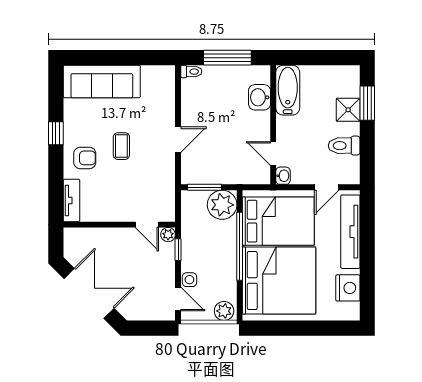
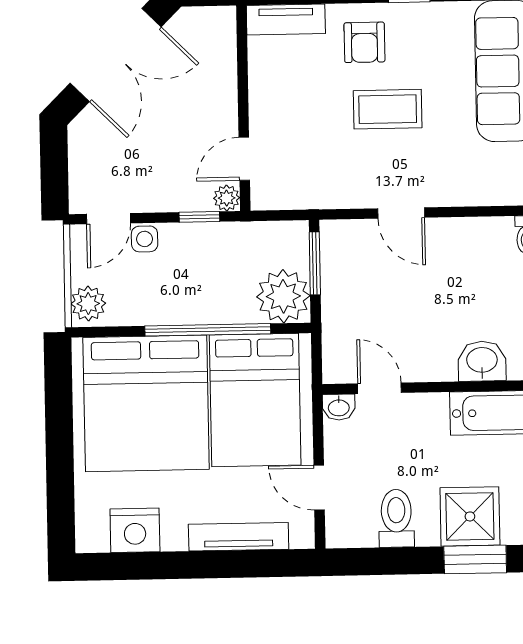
shower: (348, 110) -> (470, 516), width x1.36, depth x1.36
coffee table: (121, 146) -> (388, 109), width x1.36, depth x1.30
door: (273, 153) -> (379, 388), hinge flipped
tv unit: (350, 232) -> (239, 537), width x0.73, depth x0.78

